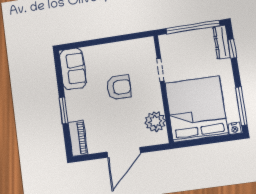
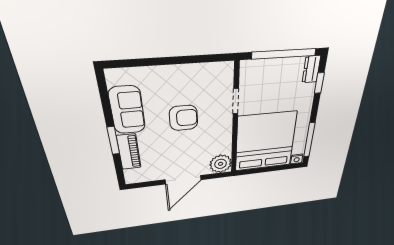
dresser: (221, 42) -> (311, 69), width x0.70
sofa: (73, 69) -> (127, 110), moved
plant: (155, 122) -> (221, 164), moved
piano: (78, 138) -> (129, 152), moved

